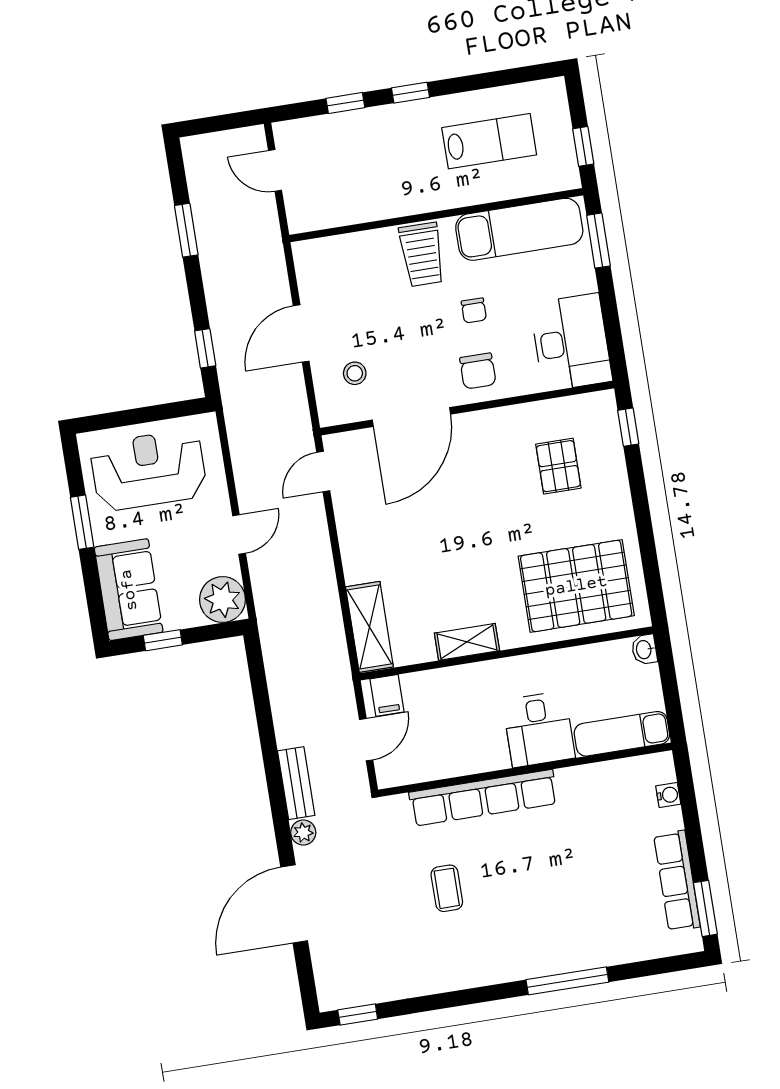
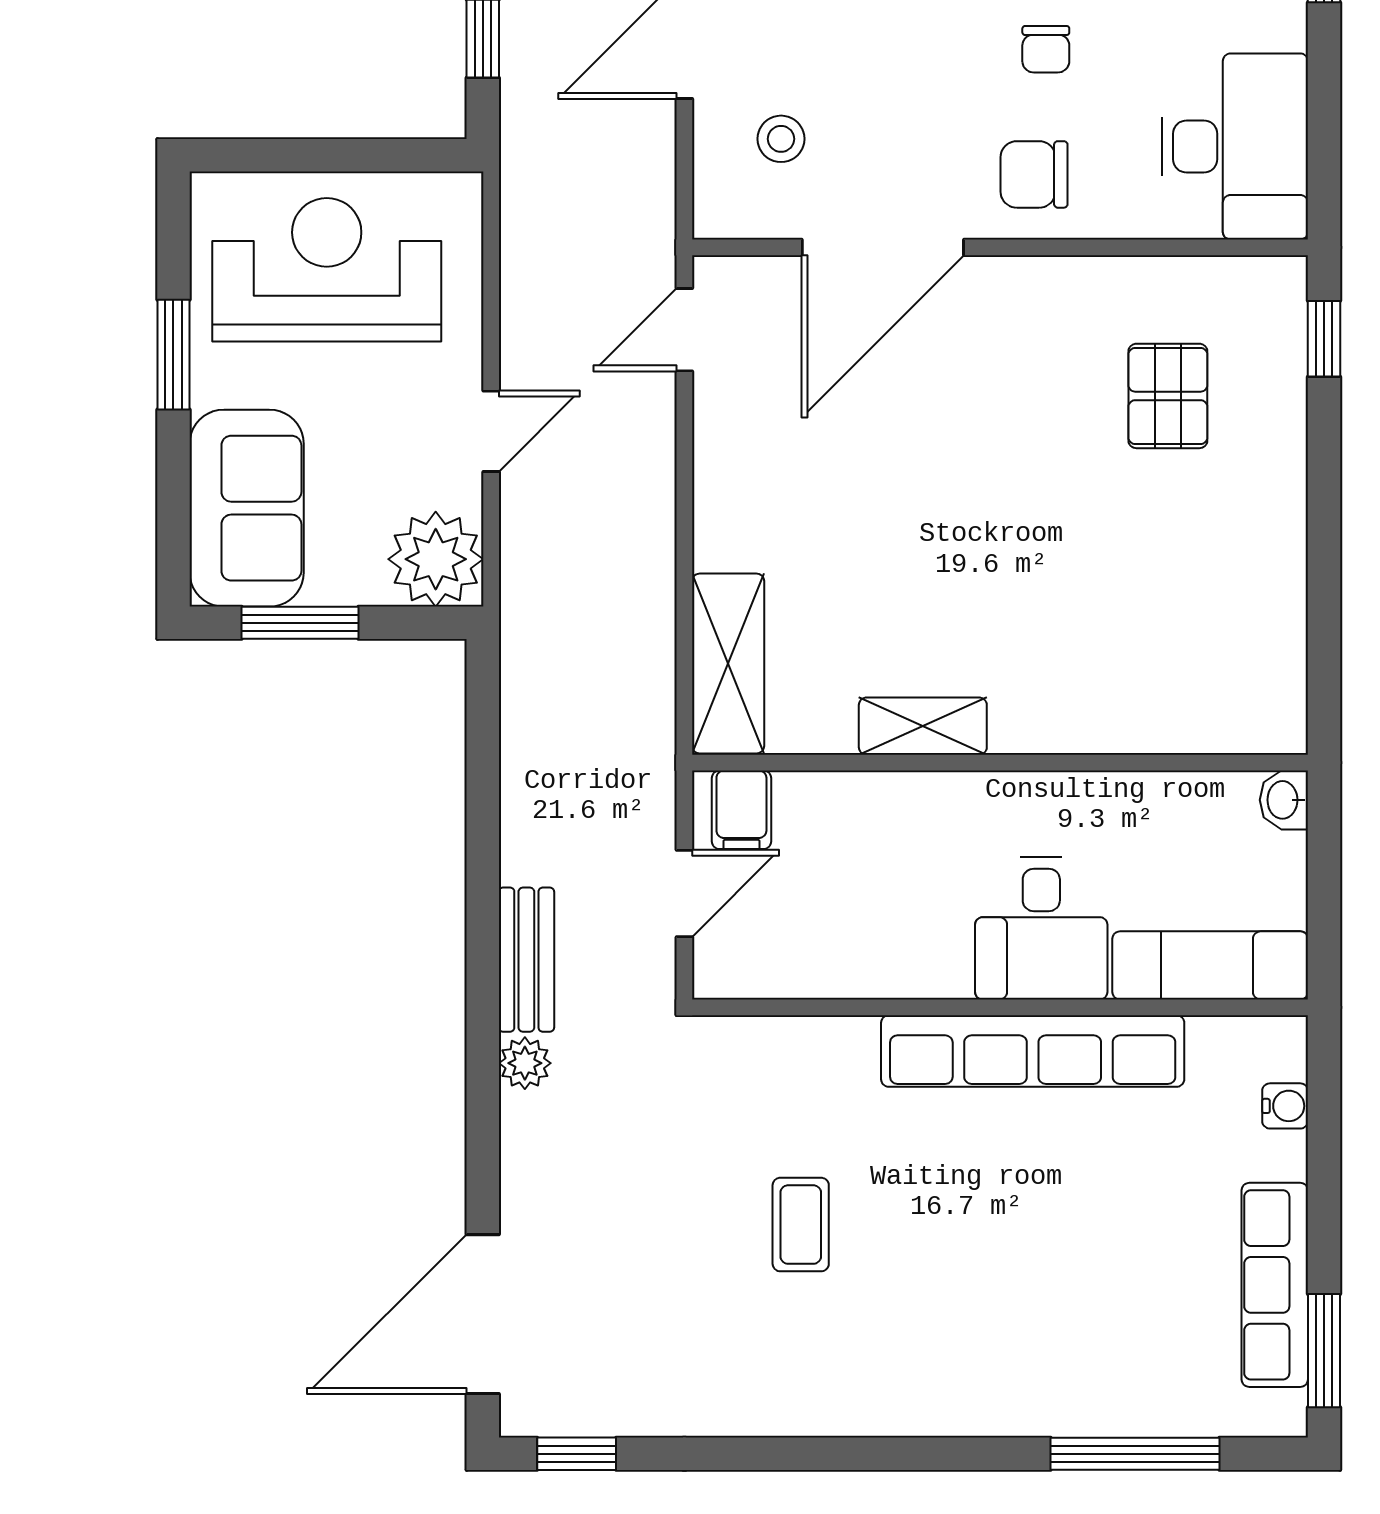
chair: (478, 371) -> (1034, 174), turned 90
pallet: (576, 586) -> (1165, 647), removed
window: (163, 640) -> (300, 623), width x1.50
row of seats: (483, 798) -> (1033, 1051), moved
door: (294, 904) -> (483, 1314), moved
window: (567, 981) -> (1135, 1454), moved

